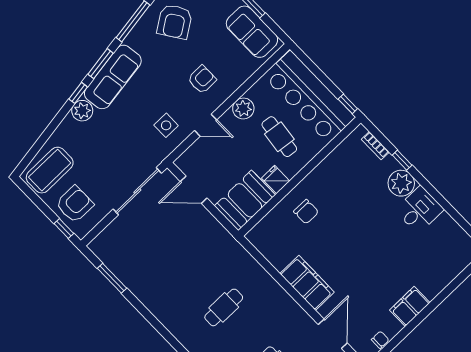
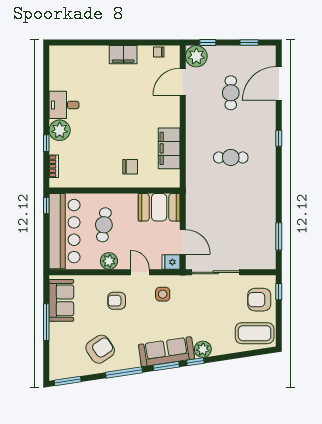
fridge: (276, 180) -> (171, 262), moved, turned 90
chair: (306, 212) -> (130, 167), turned 90
filing cabinet: (307, 283) -> (169, 148), moved

